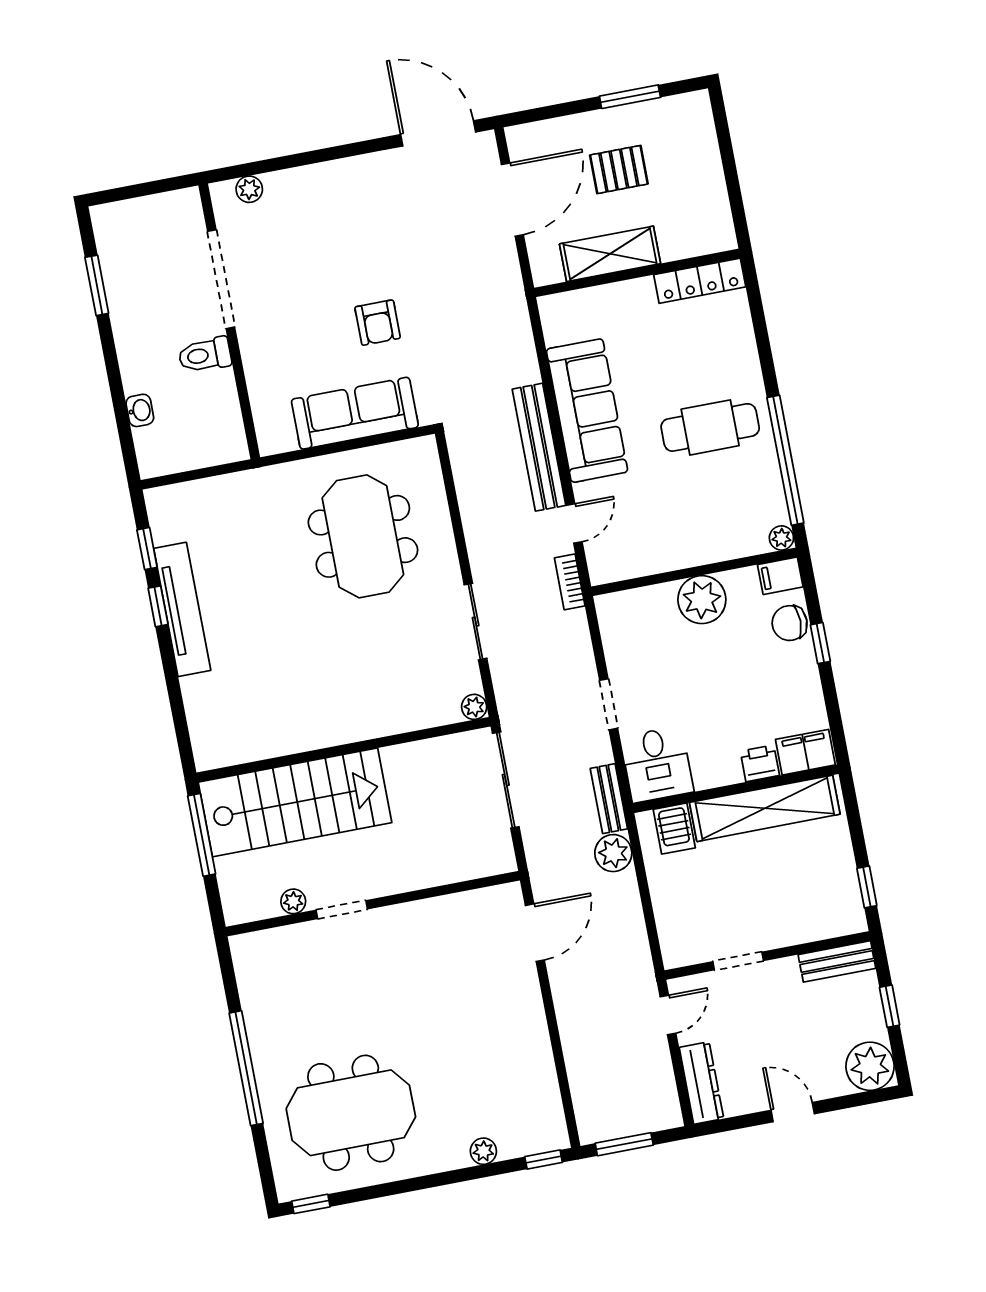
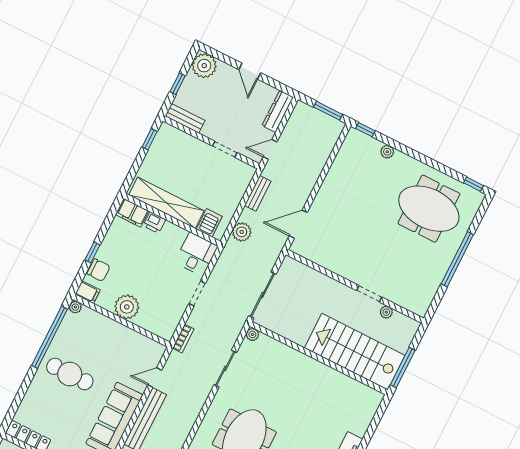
bookcase: (570, 582) -> (183, 339), moved
bench: (609, 799) -> (258, 193), moved

